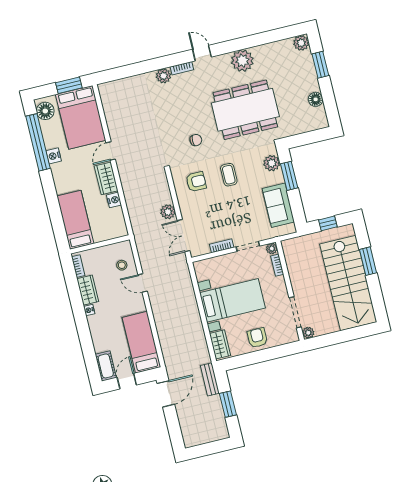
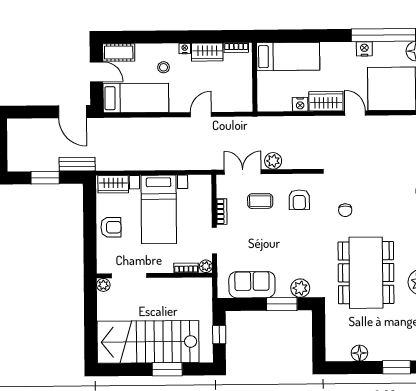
coffee table: (229, 175) -> (260, 201), moved
stool: (122, 265) -> (163, 67), moved

